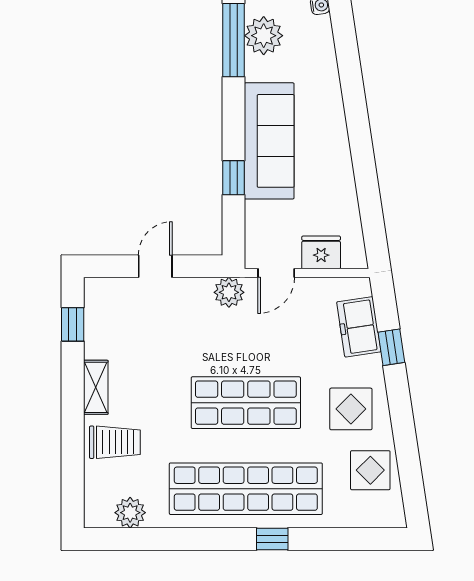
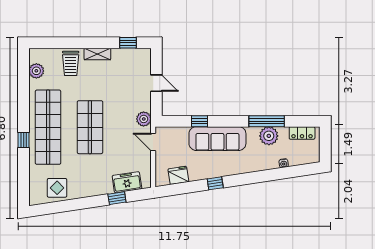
window: (361, 146) -> (215, 183), added
fridge: (321, 252) -> (178, 175), moved, turned -99
display table: (351, 409) -> (87, 178), removed

